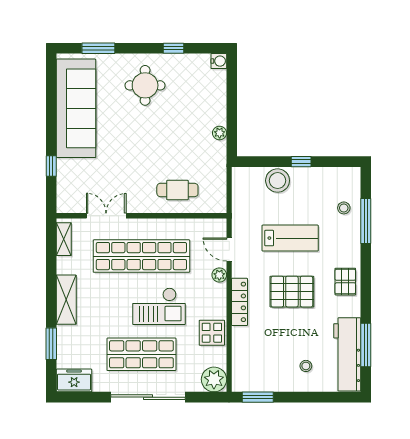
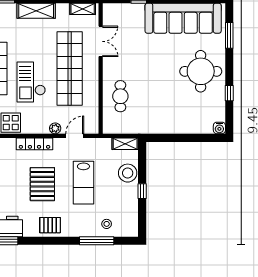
round table: (145, 85) -> (201, 71), width x1.36, depth x1.36
plant: (220, 133) -> (164, 129), removed
shelving: (239, 184) -> (125, 144), added

